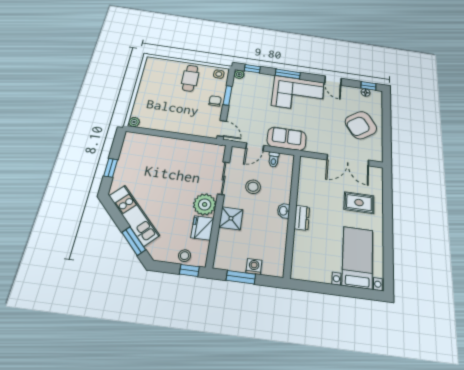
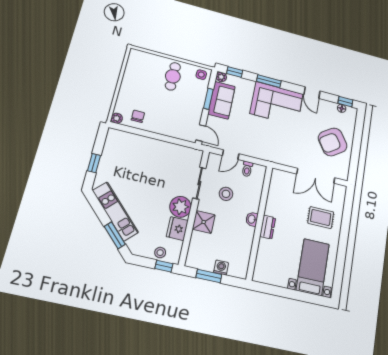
chair: (215, 101) -> (138, 116), moved
sofa: (287, 139) -> (221, 100), moved, turned 90

